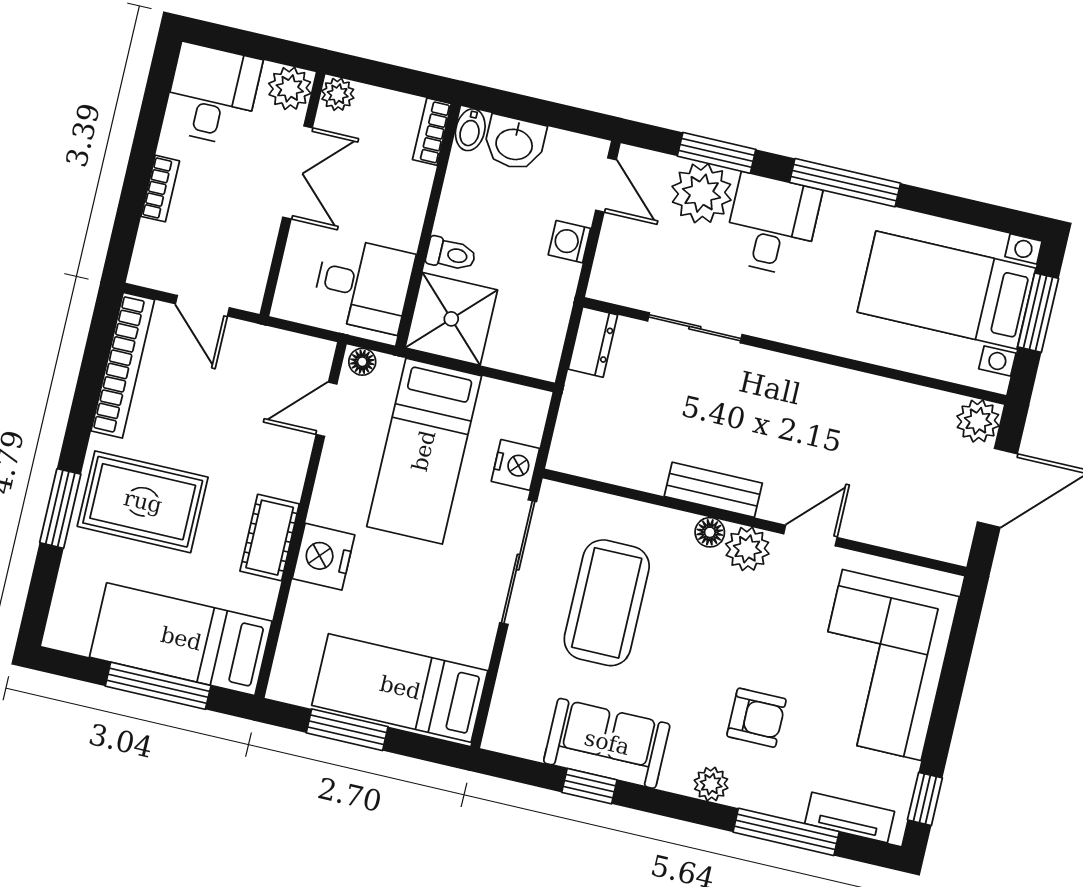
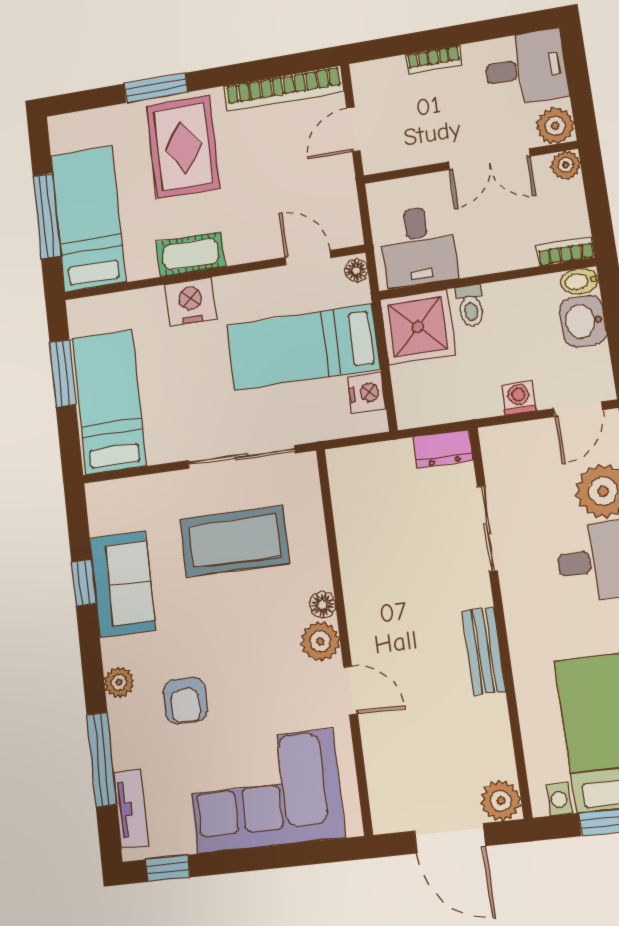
nightstand: (515, 465) -> (367, 393), moved, turned -90
bench: (713, 490) -> (484, 651), moved

